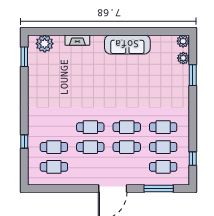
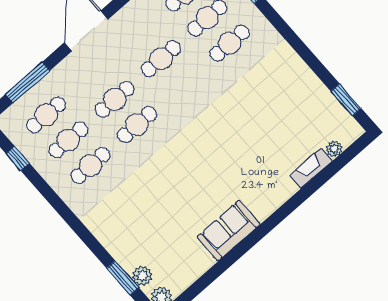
fireplace: (77, 40) -> (311, 168), moved
plant: (45, 44) -> (334, 149), width x0.53, depth x0.53
sofa: (127, 44) -> (229, 231), width x0.73
window: (193, 75) -> (123, 278), moved
cafe table: (90, 127) -> (230, 43), moved

